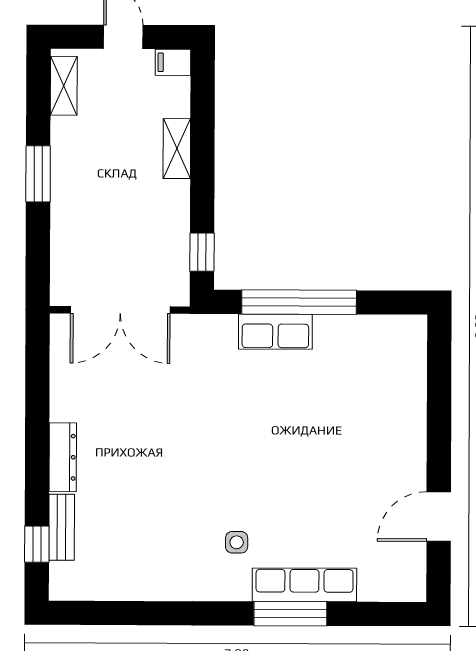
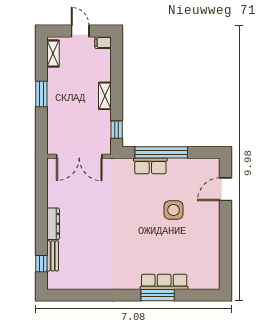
shelving: (177, 149) -> (105, 96), moved
door: (439, 517) -> (226, 189), moved
side table: (237, 542) -> (173, 210), moved, width x1.87, depth x1.87

